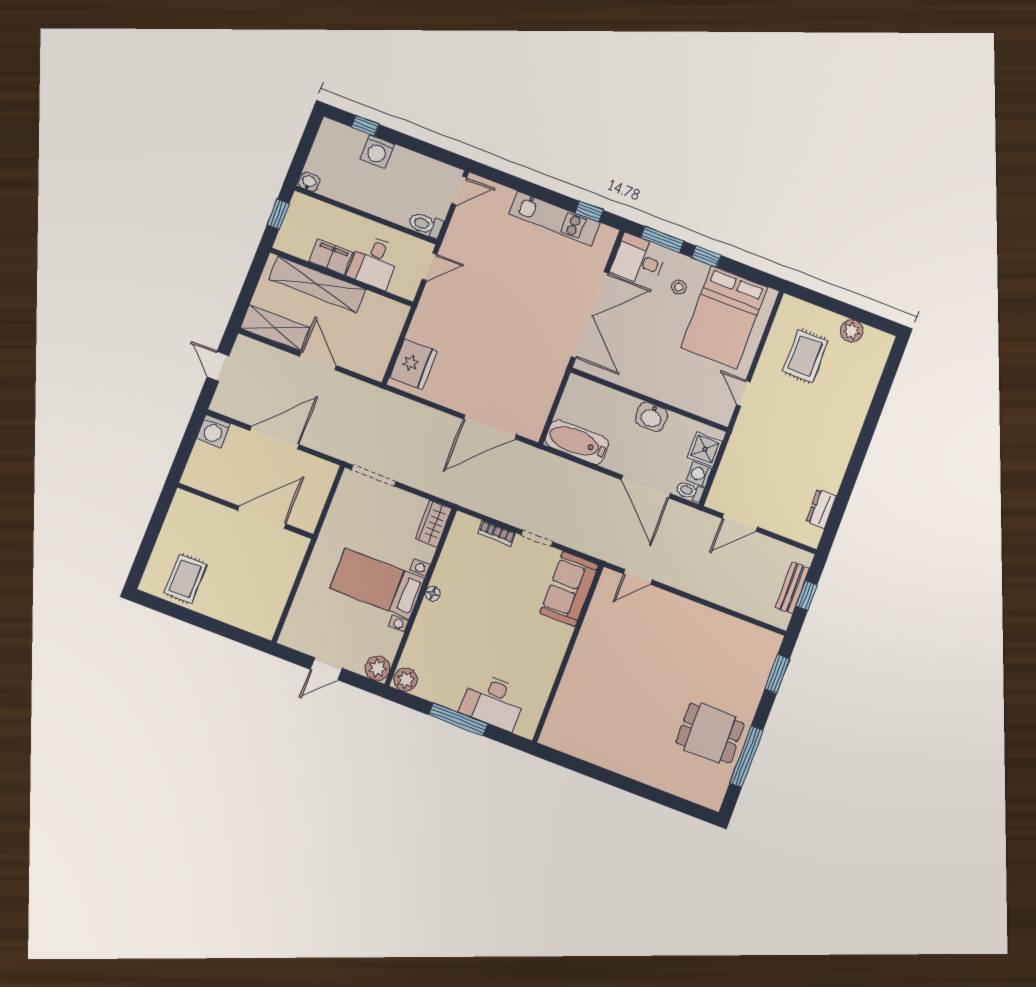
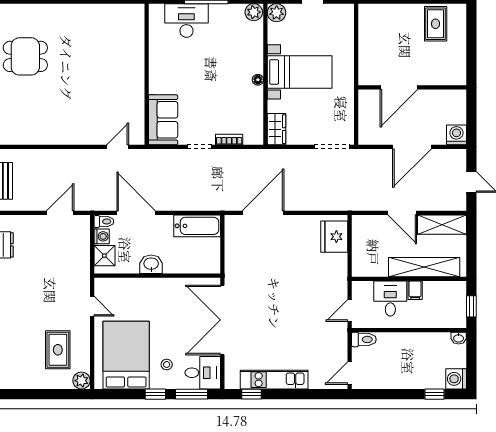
washing machine: (377, 151) -> (456, 379), moved, turned -90
filing cabinet: (331, 257) -> (415, 290), width x0.50
plant: (852, 331) -> (82, 381), moved

